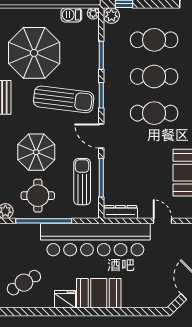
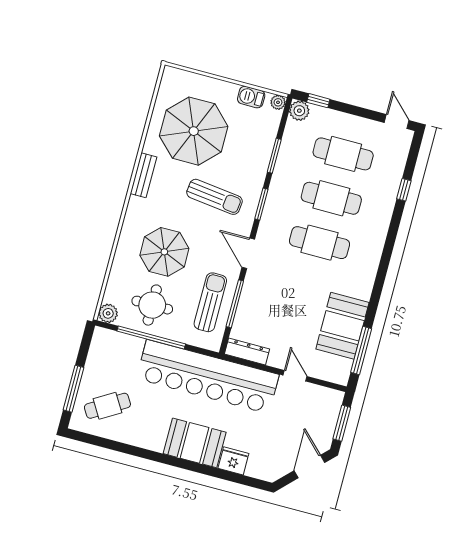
sun lounger: (64, 99) -> (214, 197), width x0.73, depth x0.75
fridge: (65, 299) -> (233, 461), moved

